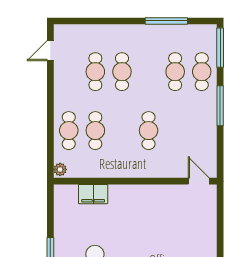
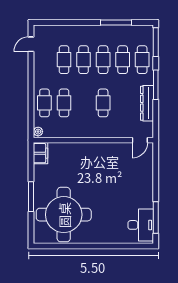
cafe table: (149, 72) -> (103, 60), added
dresser: (208, 131) -> (147, 103), added
door: (199, 181) -> (140, 140), swing flipped
filing cabinet: (93, 194) -> (40, 153), moved, turned -90

